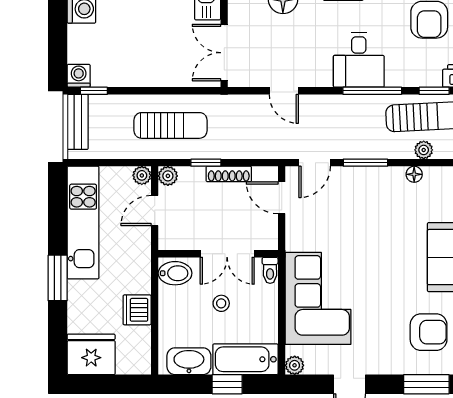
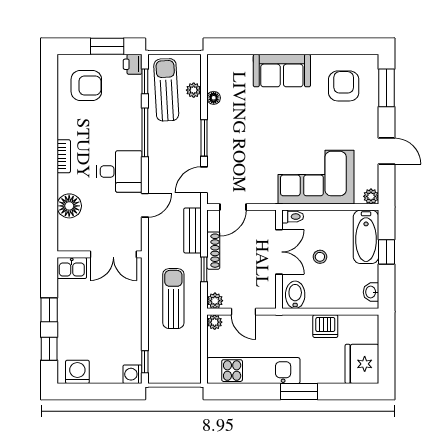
desk: (359, 60) -> (119, 171), moved
bench: (78, 122) -> (192, 230), moved, turned 90
door: (315, 163) -> (204, 180), swing flipped
washbasin: (189, 361) -> (371, 292), width x0.52, depth x0.69

